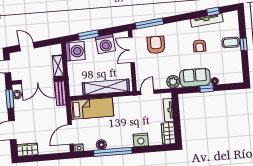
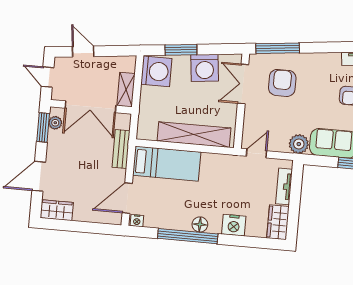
bench: (61, 93) -> (121, 149), moved
floor lamp: (101, 145) -> (200, 224), moved

